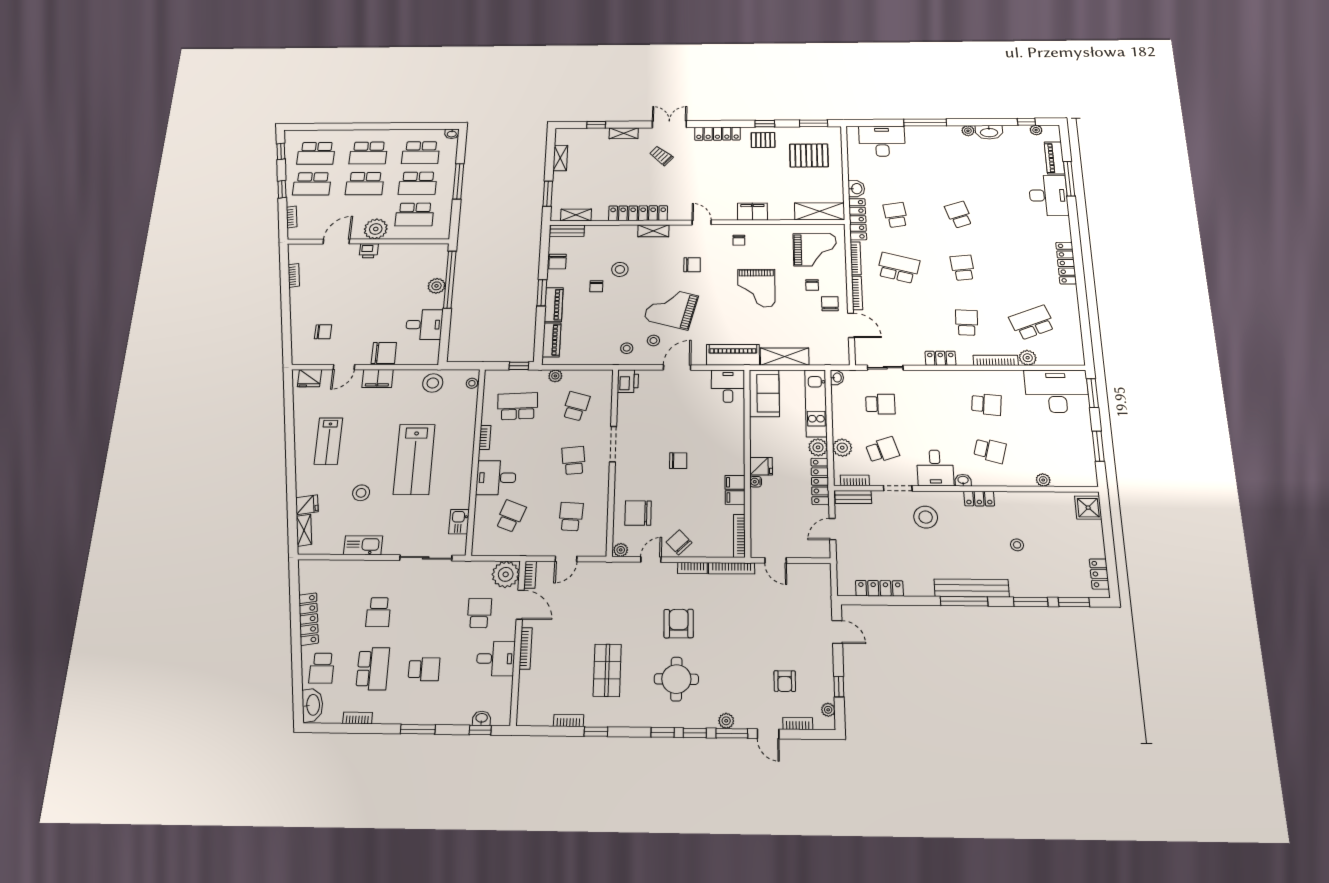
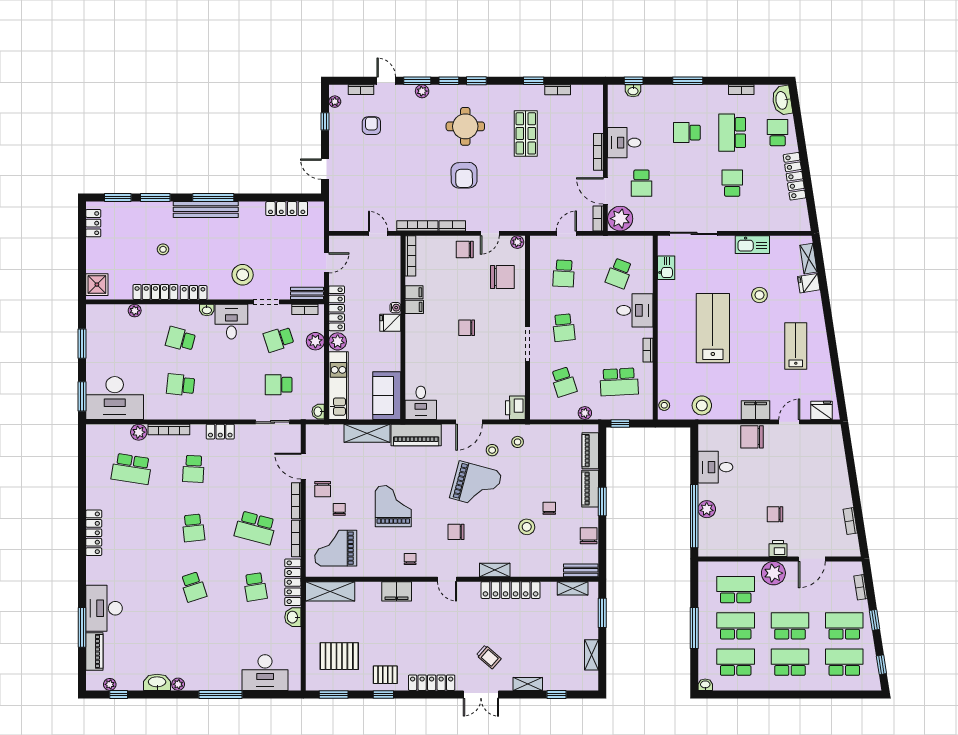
school desk: (1032, 323) -> (131, 469), turned 30
chair: (323, 332) -> (775, 514), moved
school desk: (576, 406) -> (564, 382), turned -33
locker: (1022, 499) -> (155, 292), added
chair: (679, 542) -> (465, 250), turned 134

